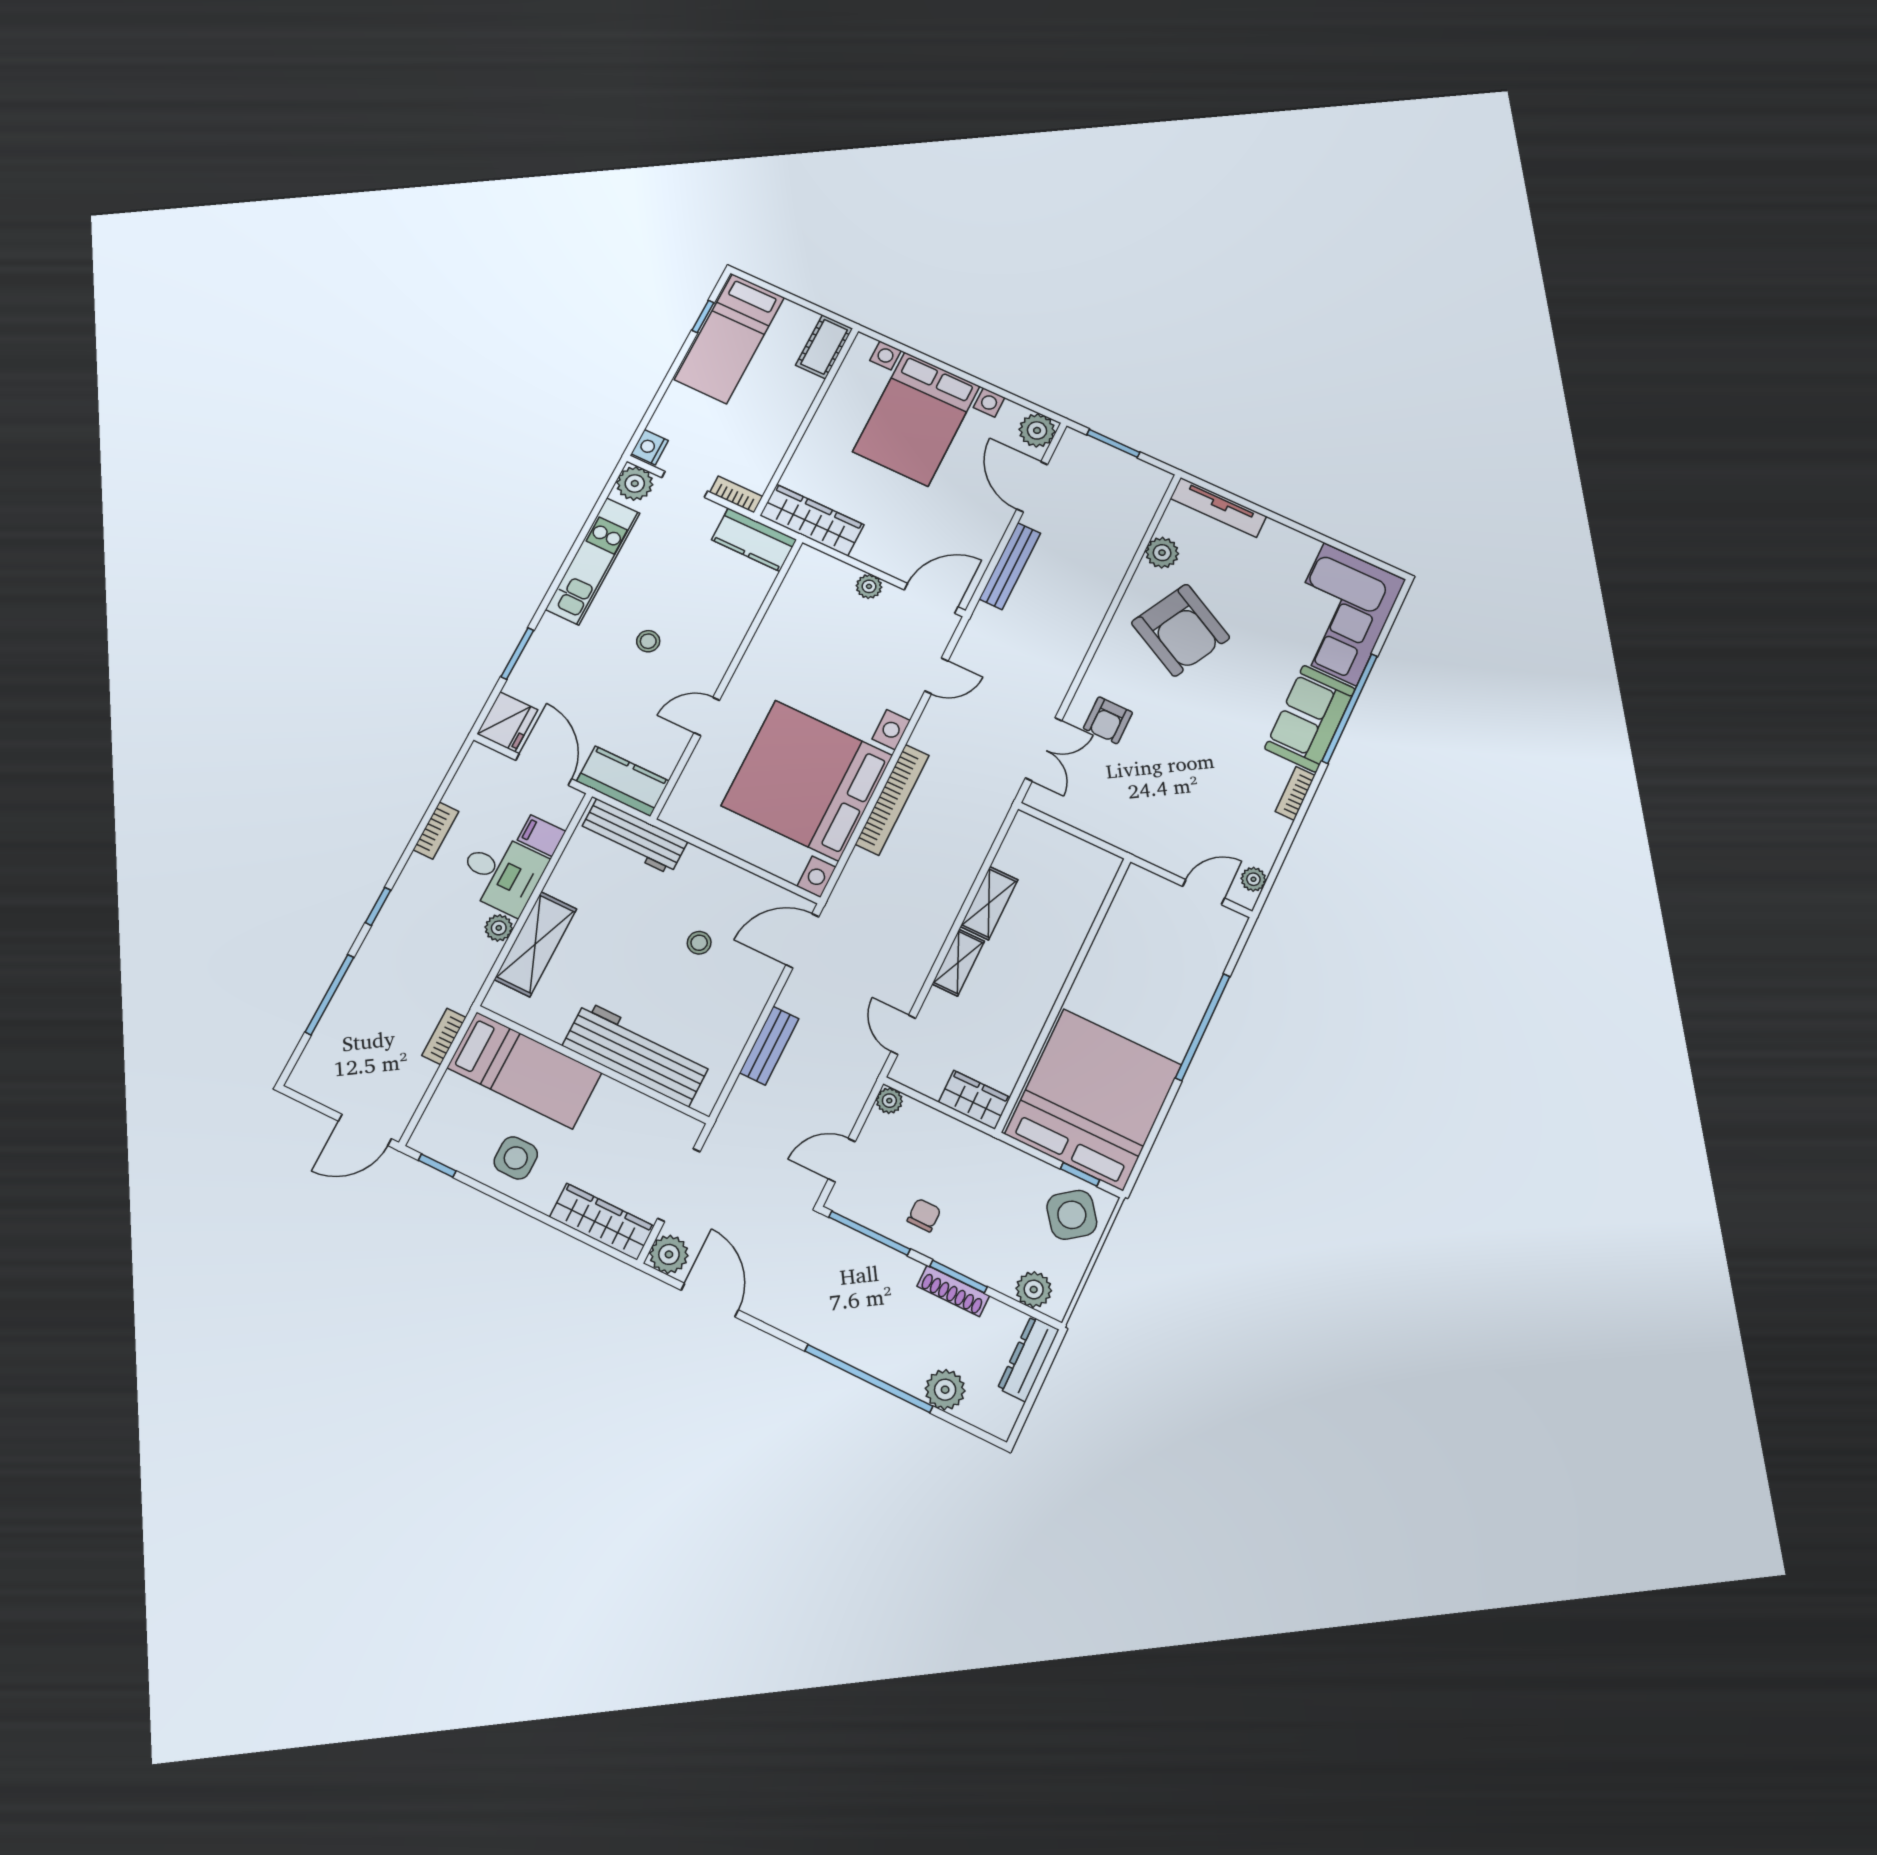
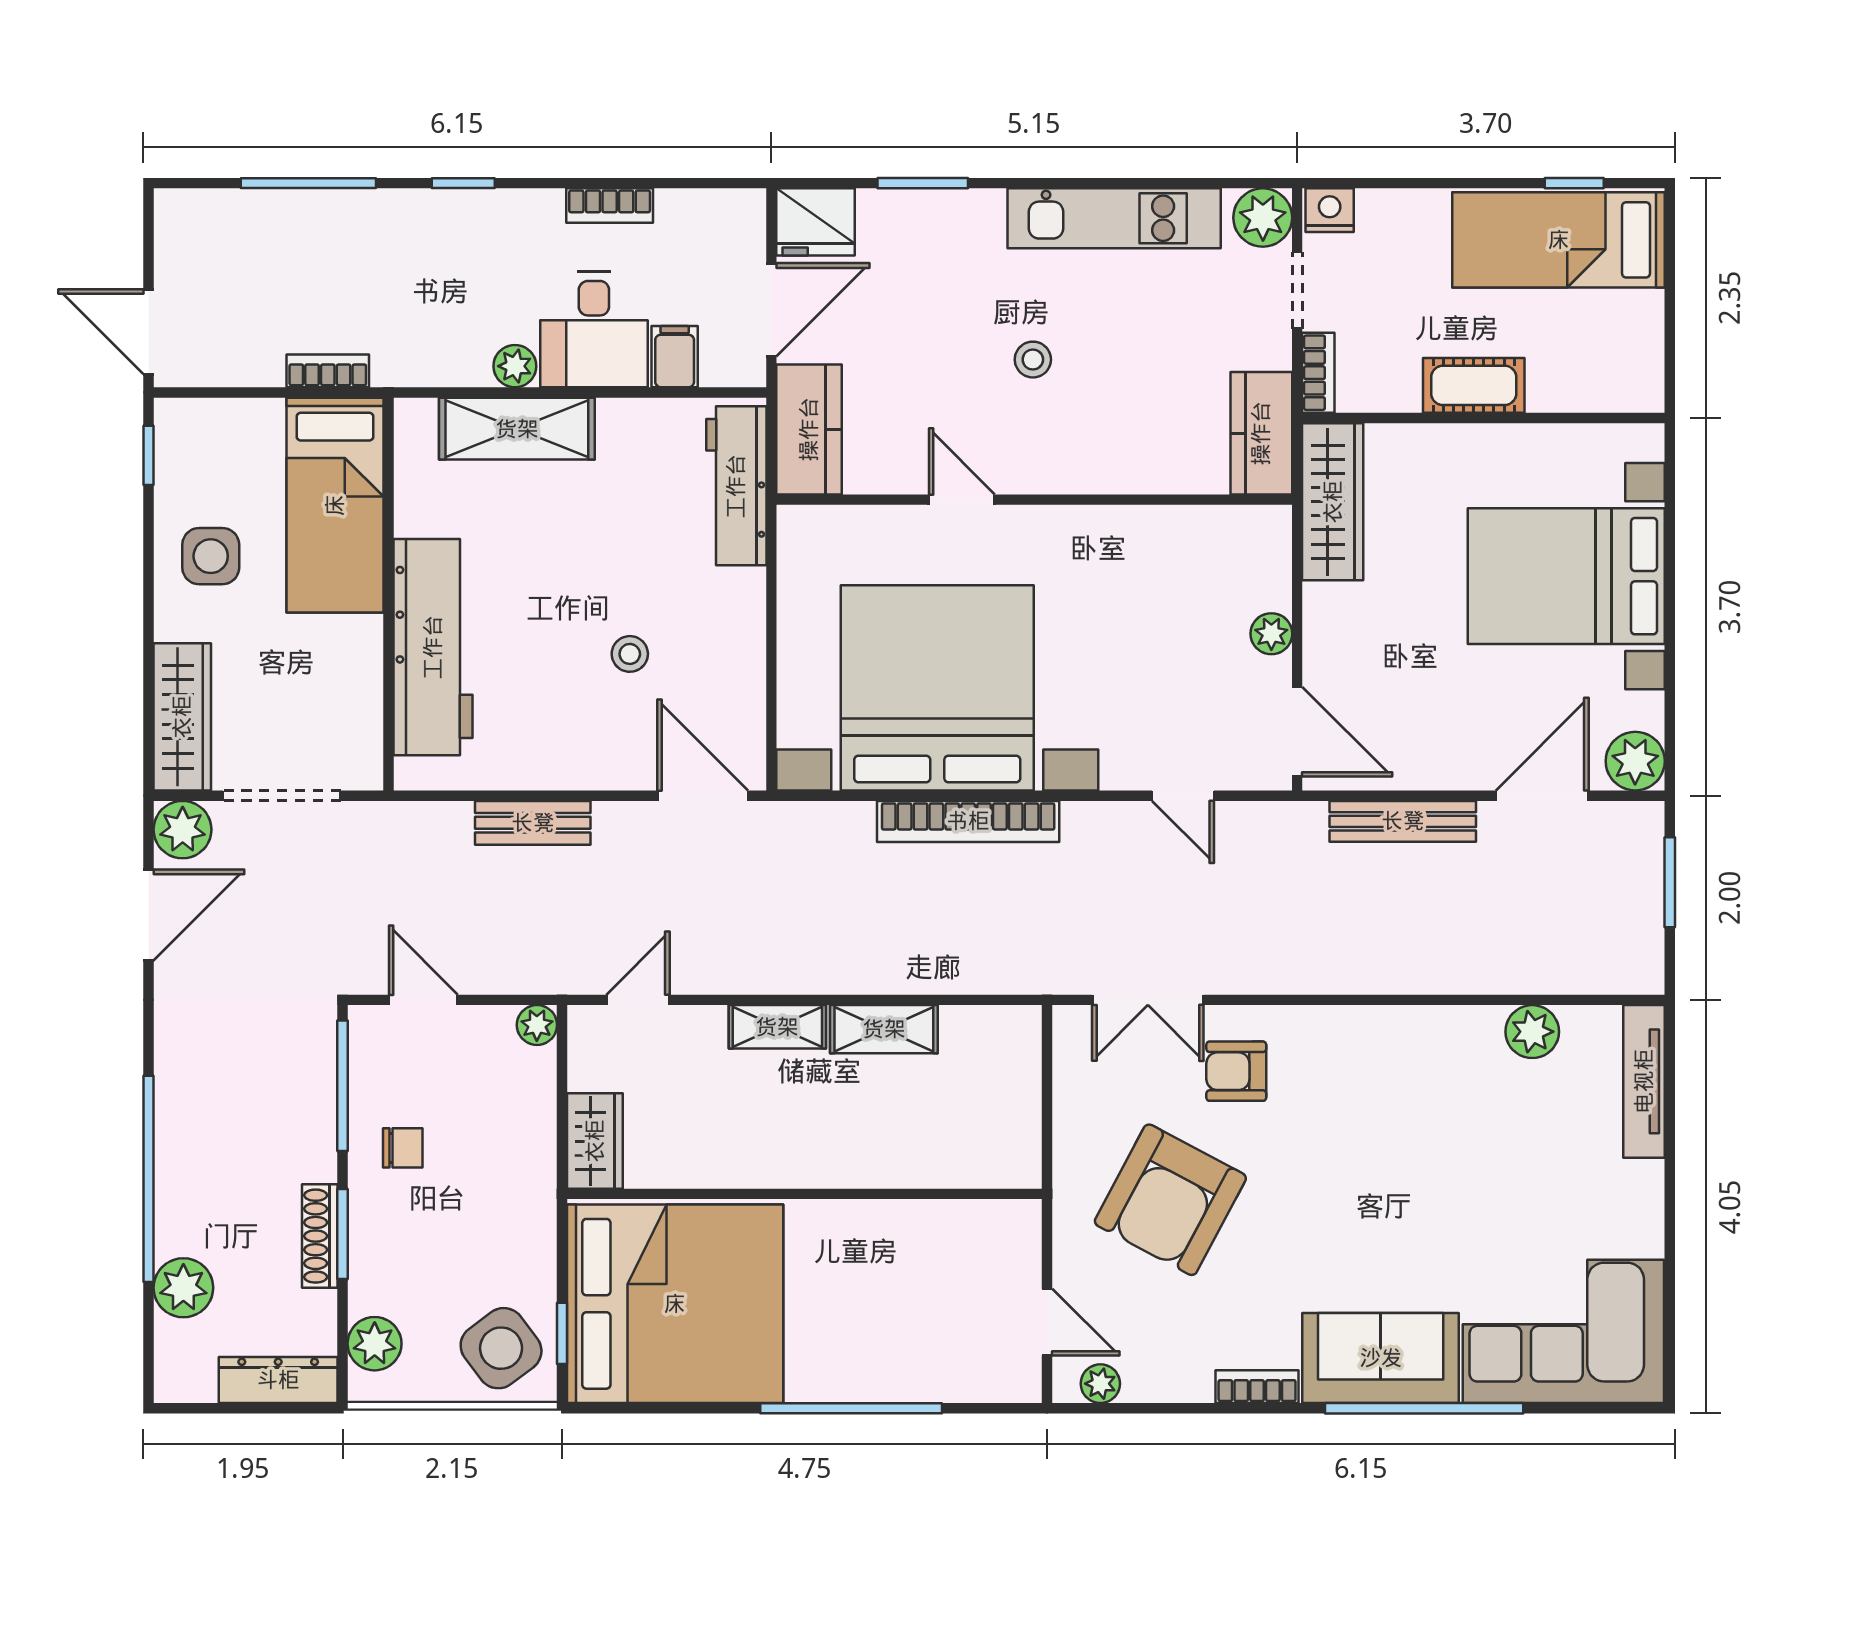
cot: (824, 347) -> (1474, 385), moved
armchair: (1181, 630) -> (1170, 1200), moved

